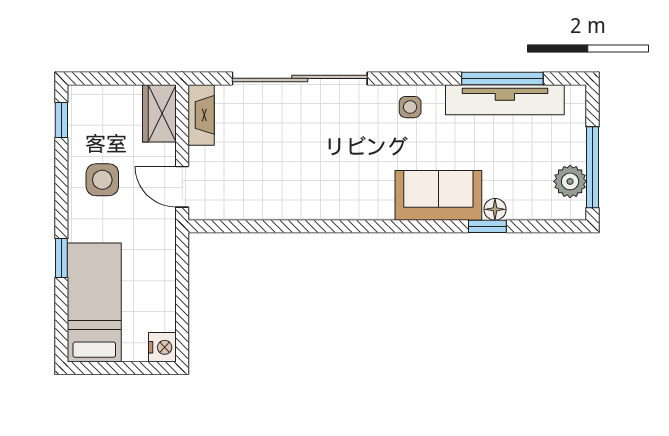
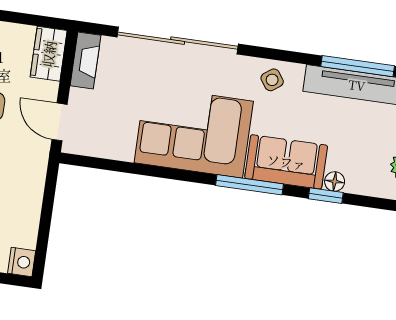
side table: (410, 107) -> (272, 80), turned -35
corner sofa: (332, 177) -> (194, 132), added
window: (402, 226) -> (249, 185), added

